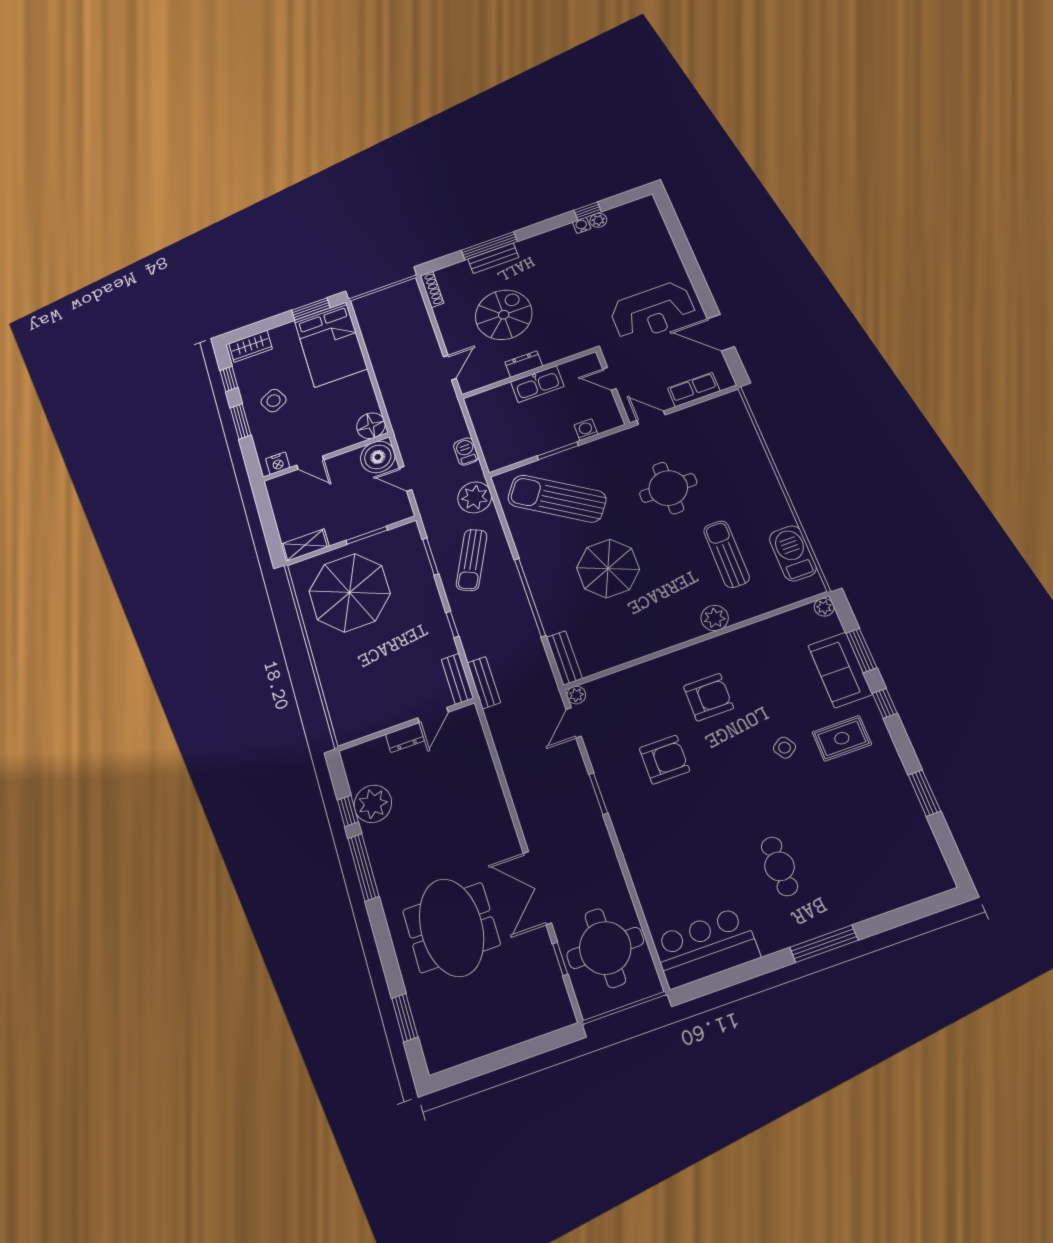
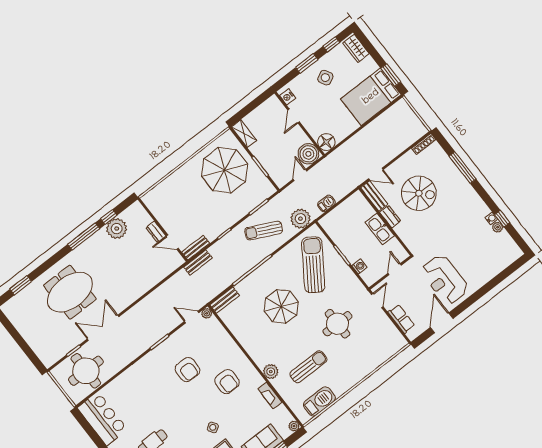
bench: (493, 258) -> (374, 196), moved
fireplace: (757, 632) -> (270, 396), added

